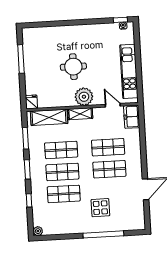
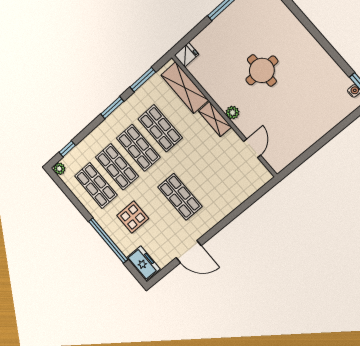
kitchen unit: (129, 71) -> (305, 138), removed
plant: (84, 97) -> (233, 113), width x0.53, depth x0.53
freezer: (132, 117) -> (143, 263), moved, turned 90
shop shelf: (108, 147) -> (96, 185), moved
window: (29, 200) -> (67, 149), moved

